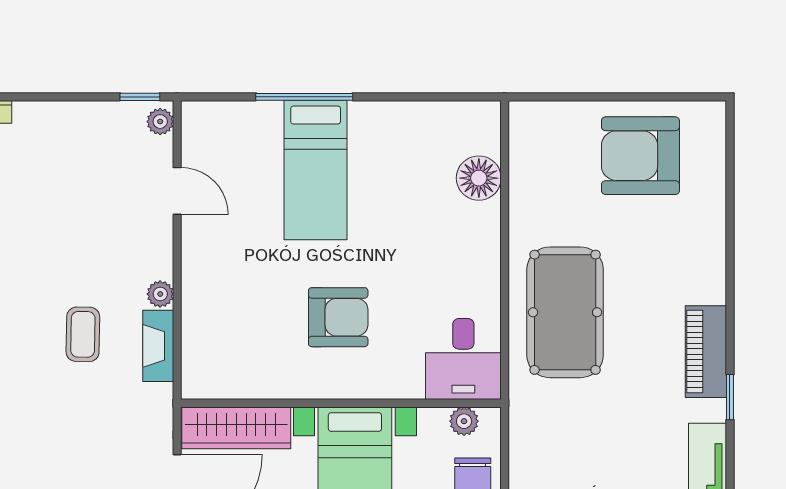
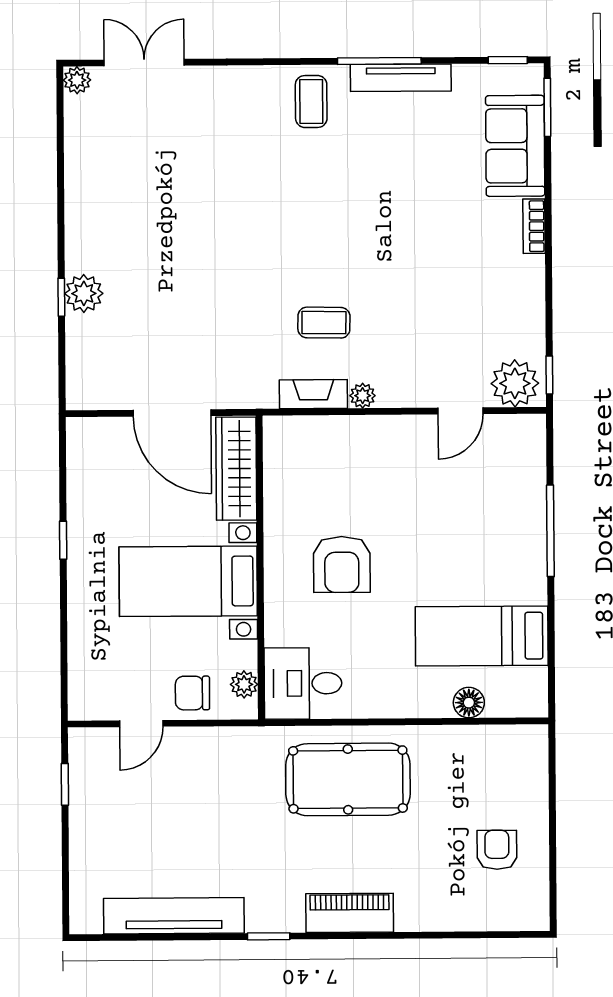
plant: (160, 122) -> (515, 383), width x1.87, depth x1.87
armchair: (640, 156) -> (497, 850), width x0.53, depth x0.53
bed: (316, 170) -> (482, 636), moved
floor lamp: (479, 178) -> (469, 703), width x0.73, depth x0.73
piano: (706, 352) -> (350, 913), moved

